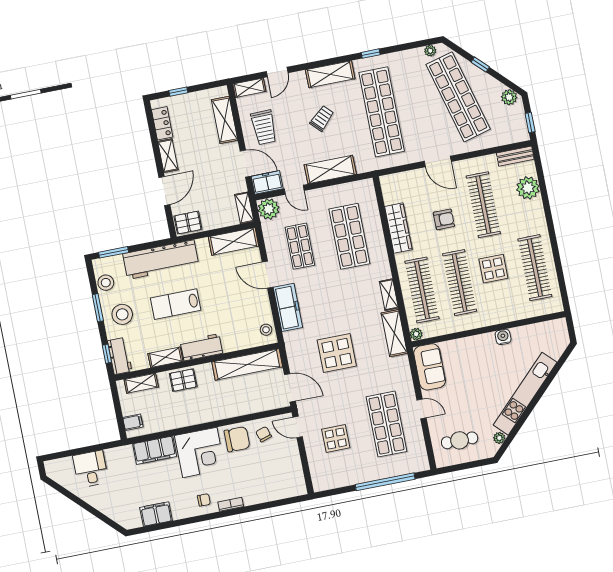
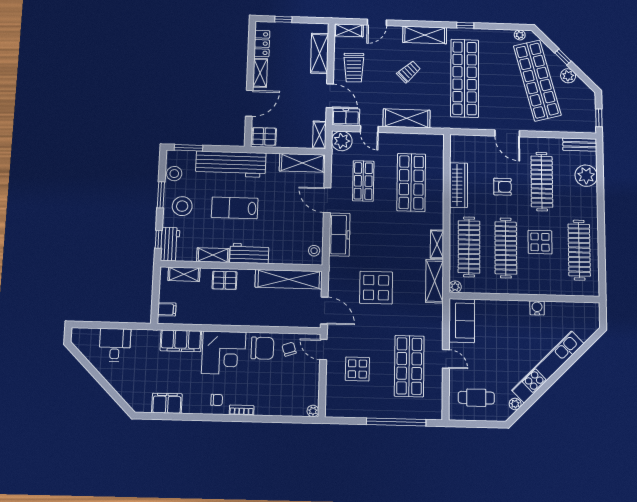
plant: (509, 97) -> (568, 76), moved
plant: (301, 489) -> (313, 411), added

